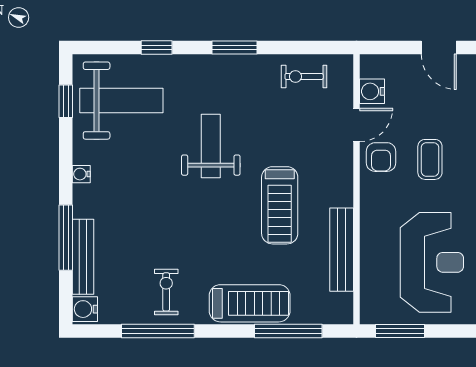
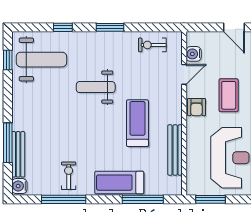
weight bench: (211, 146) -> (96, 87), turned -90
armchair: (381, 157) -> (196, 107), moved
coffee table: (430, 159) -> (229, 95), width x1.36, depth x1.30
water cooler: (81, 174) -> (17, 104), removed
treadmill: (280, 205) -> (137, 123), turned 180
treadmill: (250, 303) -> (119, 183), turned 180

